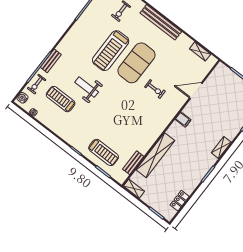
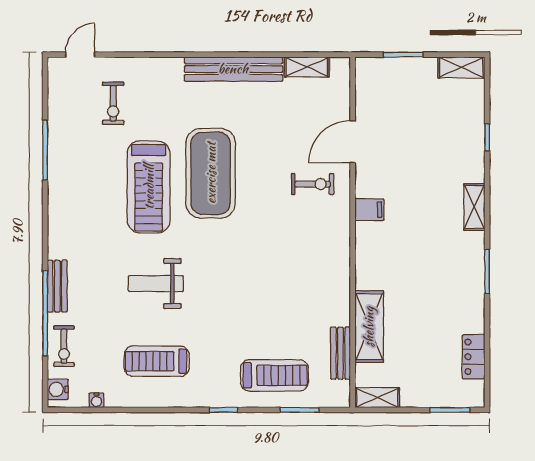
bench: (161, 22) -> (233, 69), moved
exercise bike: (155, 89) -> (313, 184), moved
treadmill: (61, 99) -> (157, 361), moved
shelving: (155, 155) -> (369, 327), width x0.68

